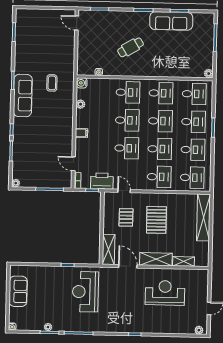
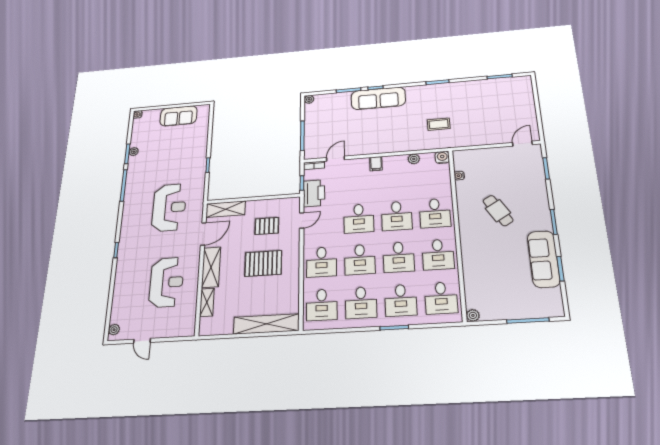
sofa: (23, 96) -> (378, 98), moved
reception desk: (85, 292) -> (169, 207), moved, turned 90

